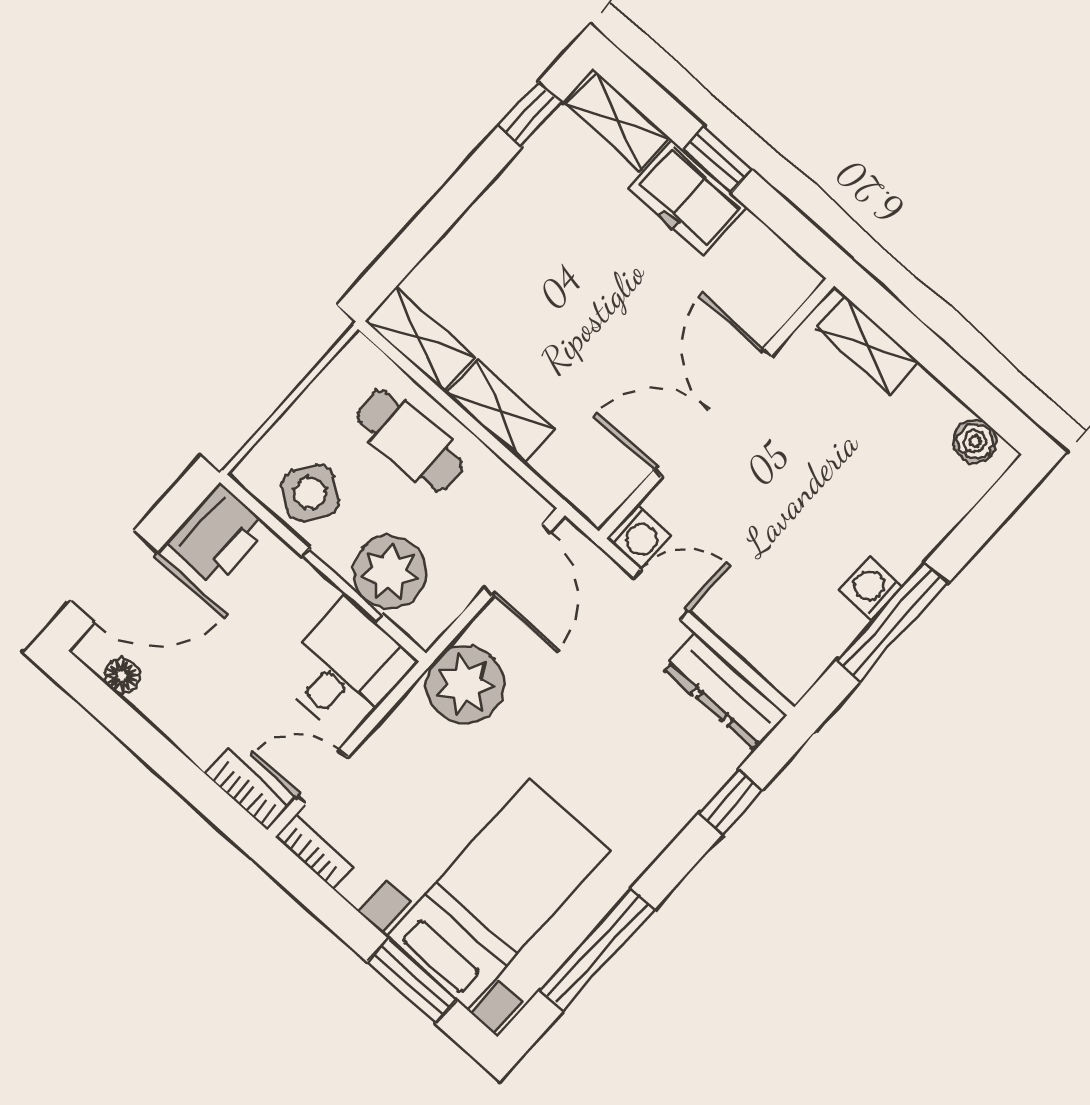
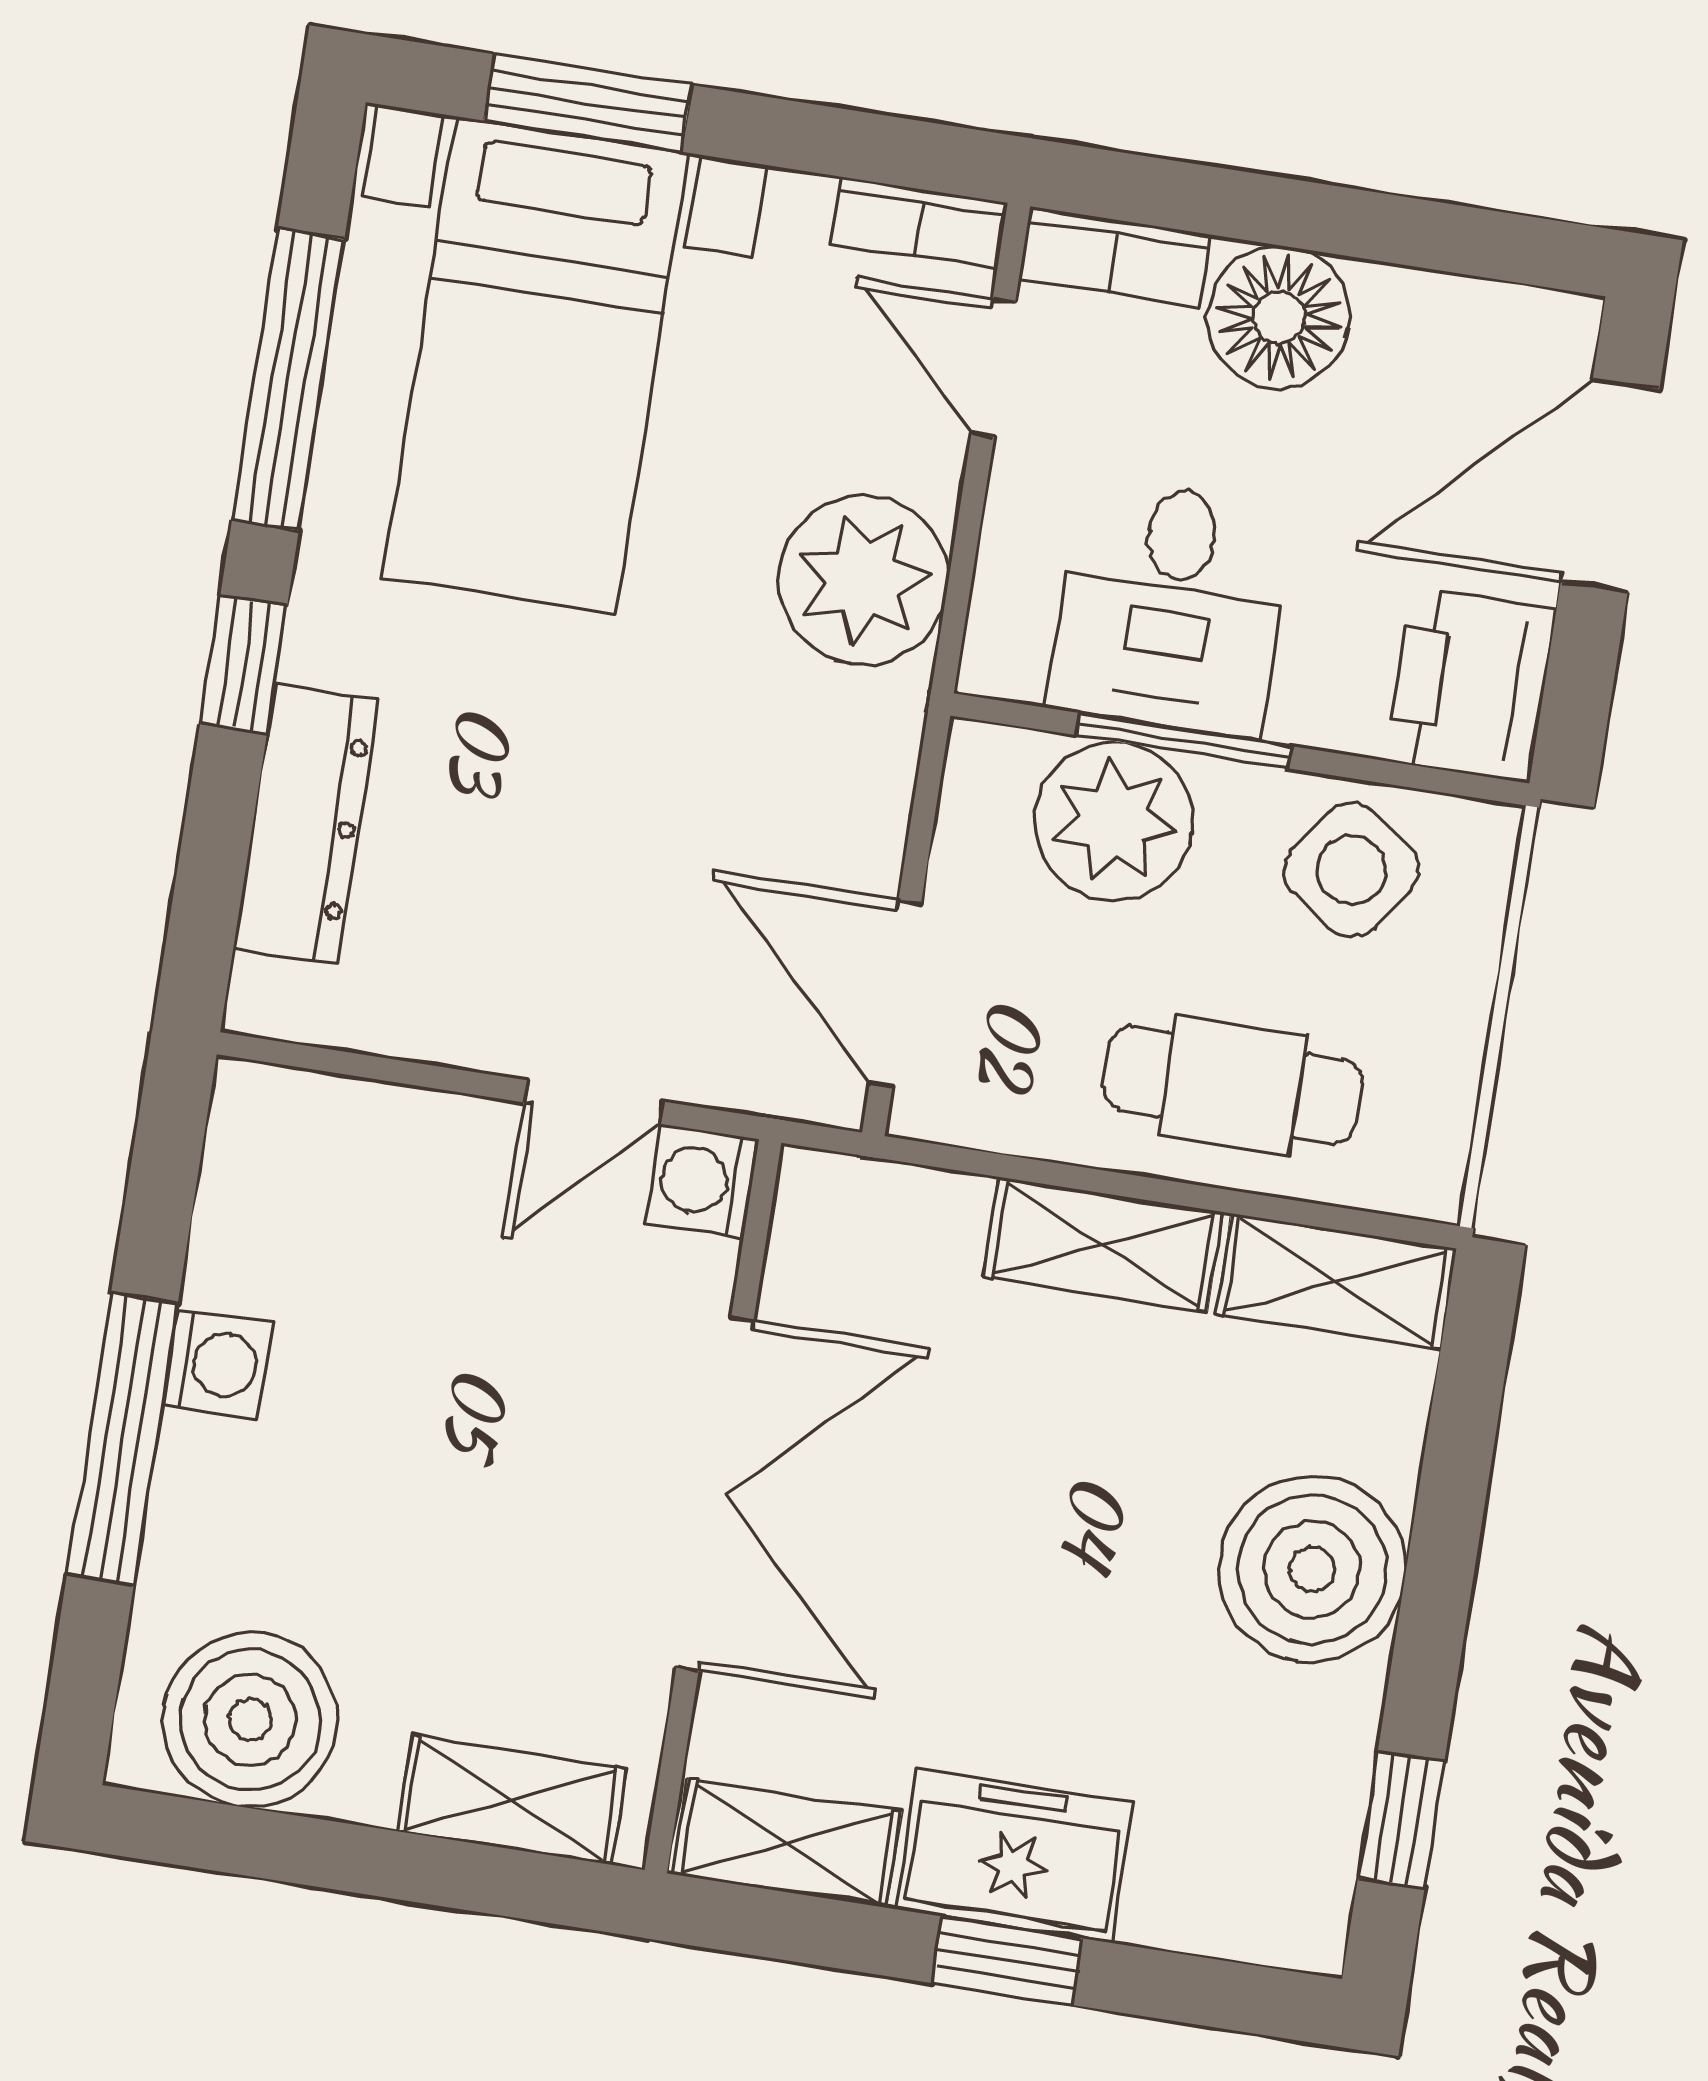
shelving: (617, 120) -> (787, 1843), moved
boiler: (501, 234) -> (1312, 1569), added
boiler: (975, 441) -> (250, 1720), width x1.86, depth x1.86
window: (892, 622) -> (122, 1439), moved
desk: (345, 668) -> (1171, 608), moved
floor lamp: (122, 676) -> (1279, 317), moved, width x1.89, depth x1.89
plant: (465, 684) -> (863, 580), moved
dresser: (725, 692) -> (306, 824), moved, turned 90
door: (322, 777) -> (993, 368), swing flipped
window: (731, 801) -> (244, 665), moved

